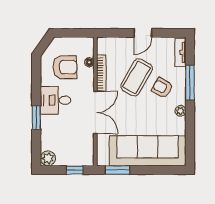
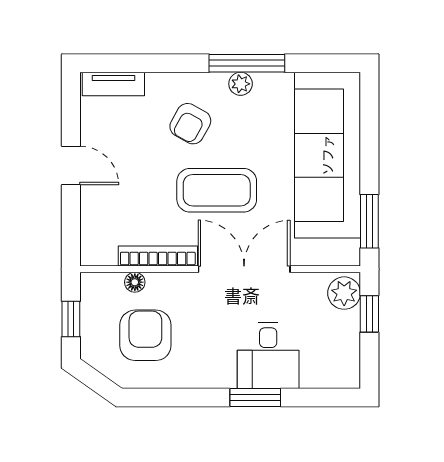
window: (72, 33) -> (71, 319), added
coffee table: (137, 77) -> (217, 190), moved, turned -30
window: (190, 83) -> (247, 63), moved
desk: (56, 100) -> (268, 356), moved
plant: (48, 158) -> (344, 293), moved

